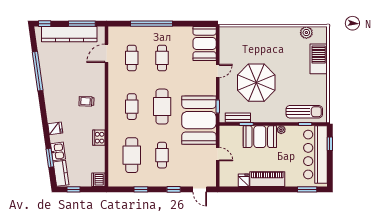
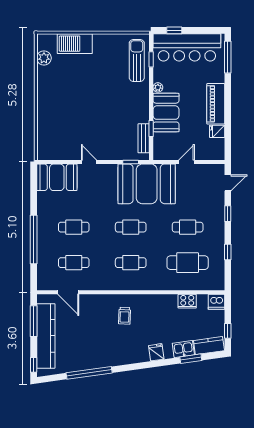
parasol: (256, 83) -> (103, 117), removed
cafe table: (162, 107) -> (131, 227), width x0.73, depth x0.74
cooker: (99, 138) -> (187, 301), moved
window: (307, 189) -> (228, 57), width x1.44

